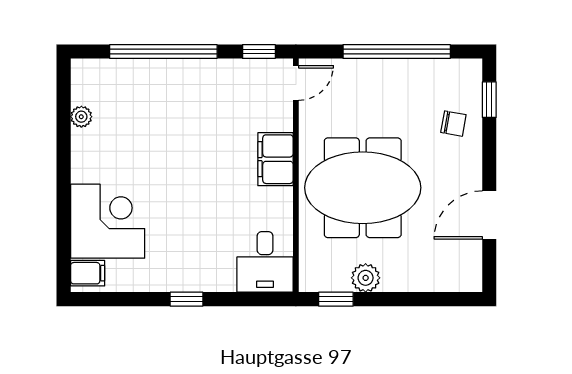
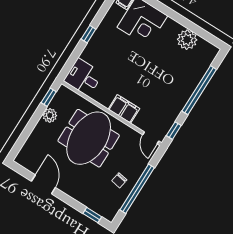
plant: (81, 117) -> (187, 40), width x1.87, depth x1.87
chair: (453, 124) -> (119, 180), moved

